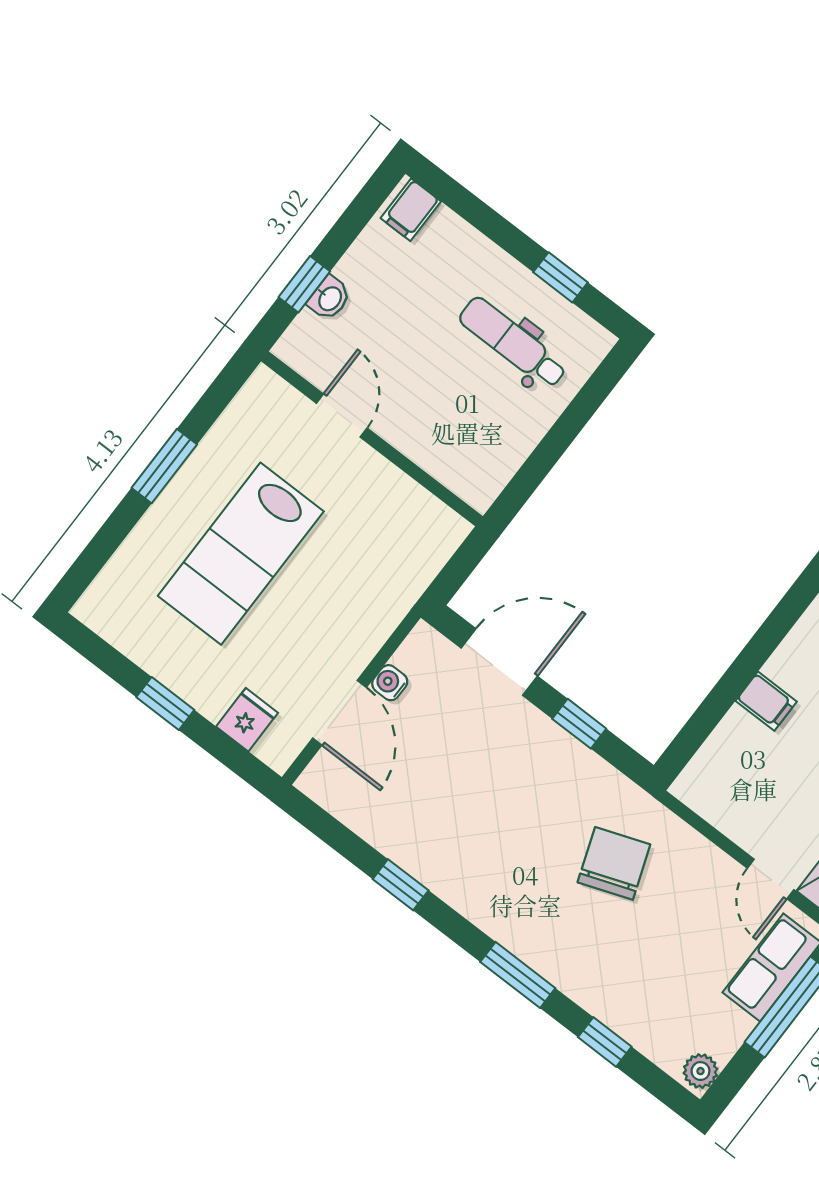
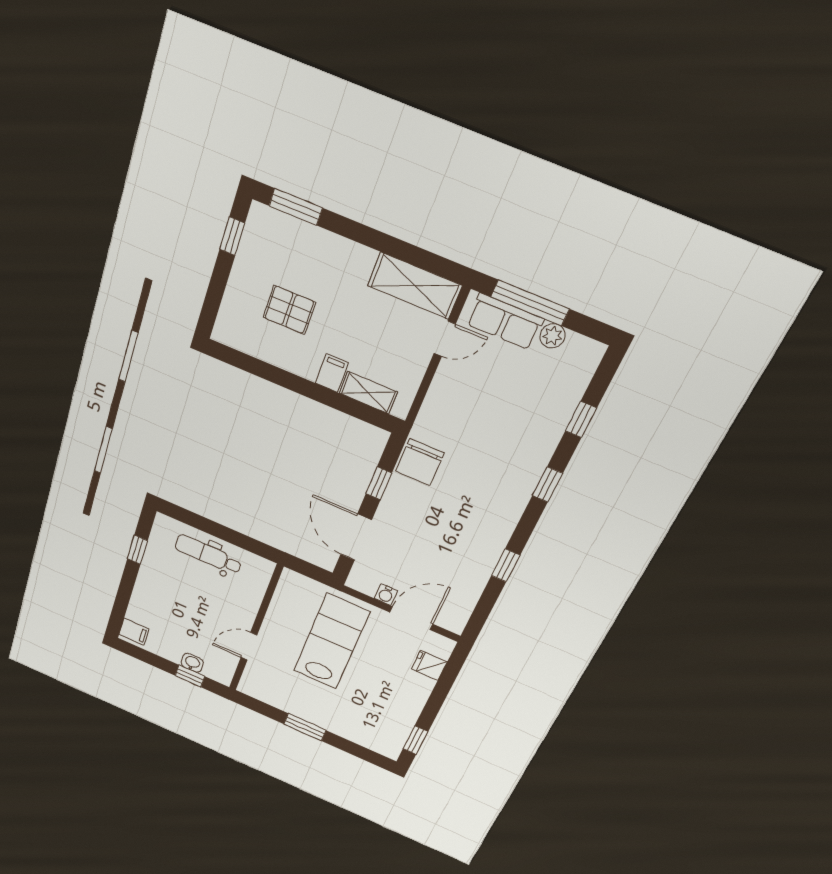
dental chair: (513, 343) -> (208, 555), moved, turned 90
lab bench: (241, 554) -> (331, 642), moved, turned -90
window: (165, 704) -> (415, 740), moved
shelving: (723, 747) -> (368, 393), added
chair: (614, 863) -> (420, 462), moved, turned -70
window: (518, 975) -> (547, 484), width x0.67
plant: (700, 1071) -> (552, 336), moved

